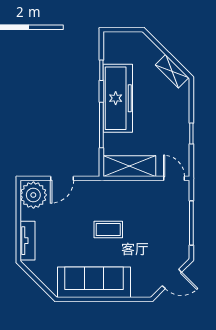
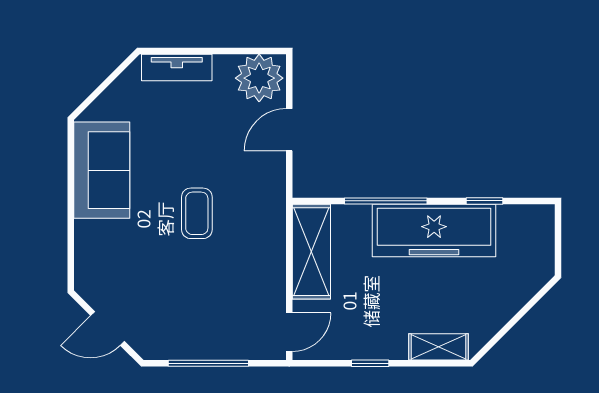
shelving: (172, 71) -> (438, 347), moved, turned 45
door: (62, 178) -> (289, 130), hinge flipped
door: (172, 279) -> (108, 328), hinge flipped
sofa: (94, 282) -> (102, 170), width x0.73

